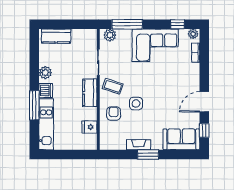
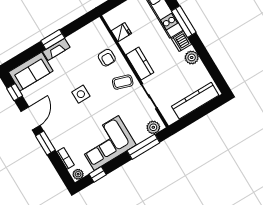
kitchen counter: (56, 36) -> (195, 101), width x1.50
window: (204, 75) -> (45, 143), added
side table: (136, 104) -> (81, 94), moved
fireplace: (139, 145) -> (56, 49), moved

